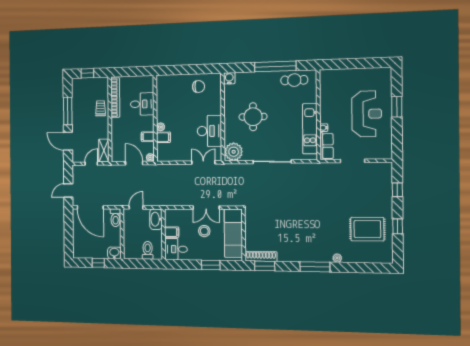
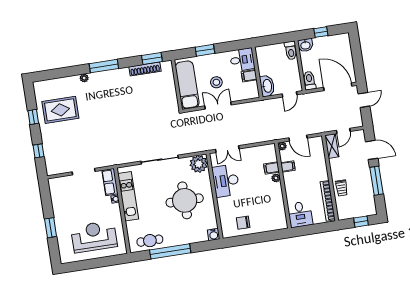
desk: (142, 104) -> (300, 214), moved, turned -90
reception desk: (367, 114) -> (94, 237), moved, turned 90
round table: (253, 117) -> (185, 200), width x1.36, depth x1.36
toilet: (148, 250) -> (291, 50), moved
shoe rack: (261, 256) -> (145, 69), moved

